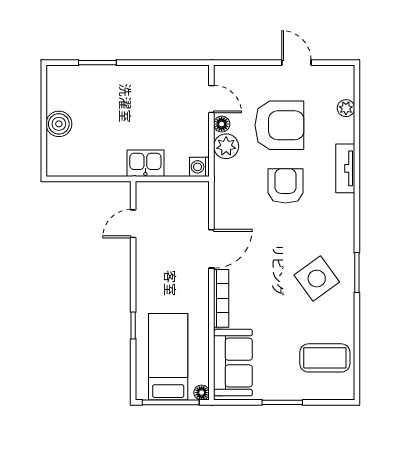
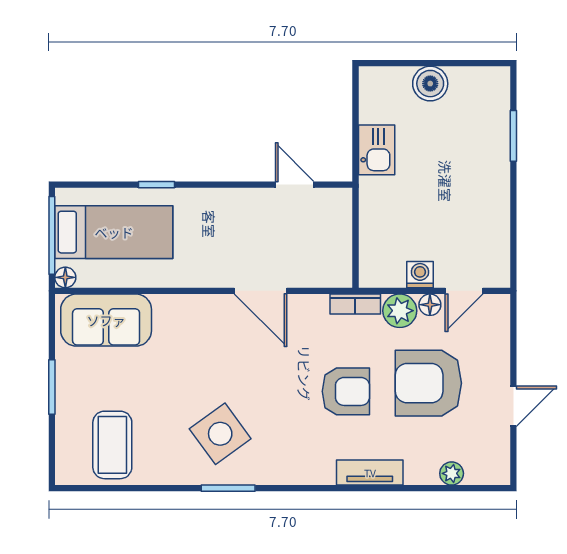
armchair: (279, 125) -> (428, 383), turned 90
kitchen sink: (145, 163) -> (377, 150), moved
washing machine: (199, 167) -> (420, 275), moved
bookcase: (221, 298) -> (355, 304), moved, width x0.64

